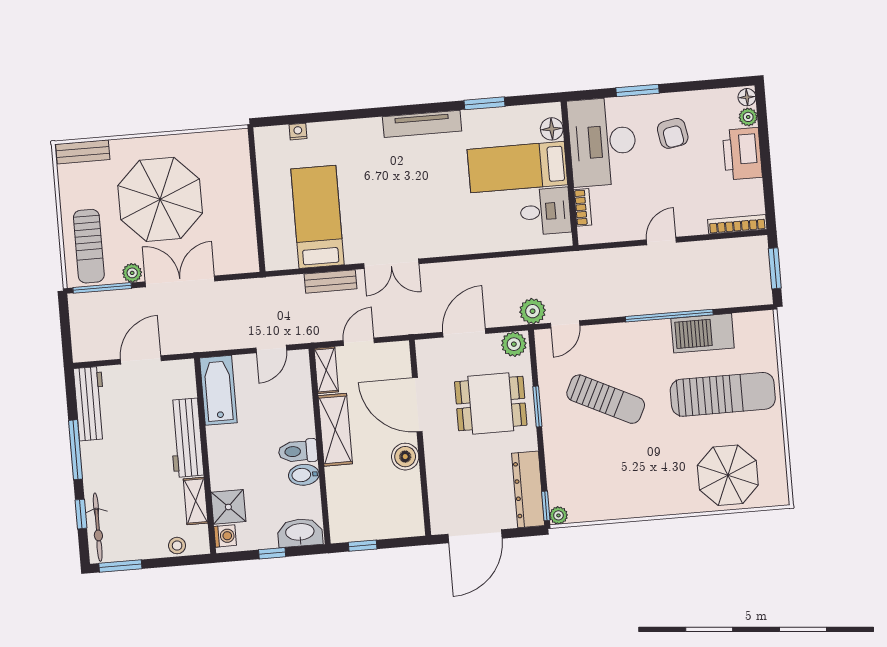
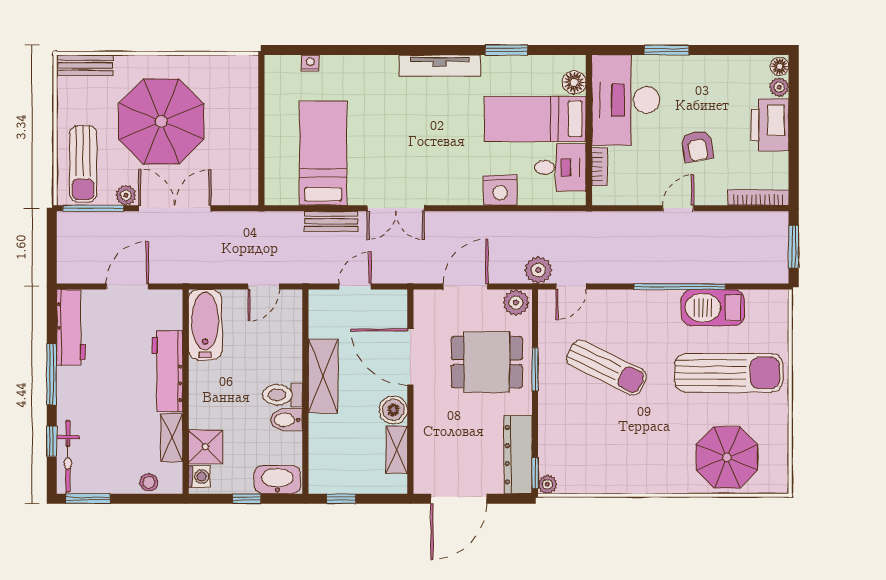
armchair: (673, 133) -> (697, 146), moved
nightstand: (490, 238) -> (500, 190), added
shelving: (326, 370) -> (397, 450), moved

